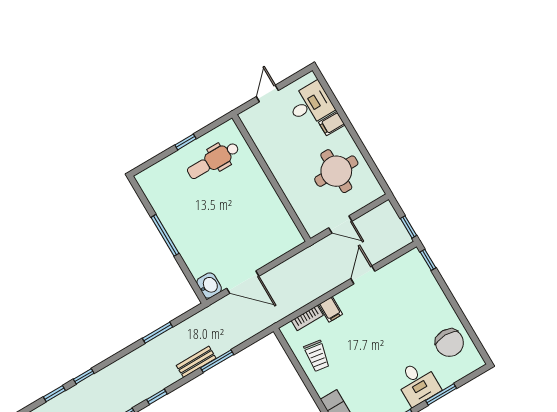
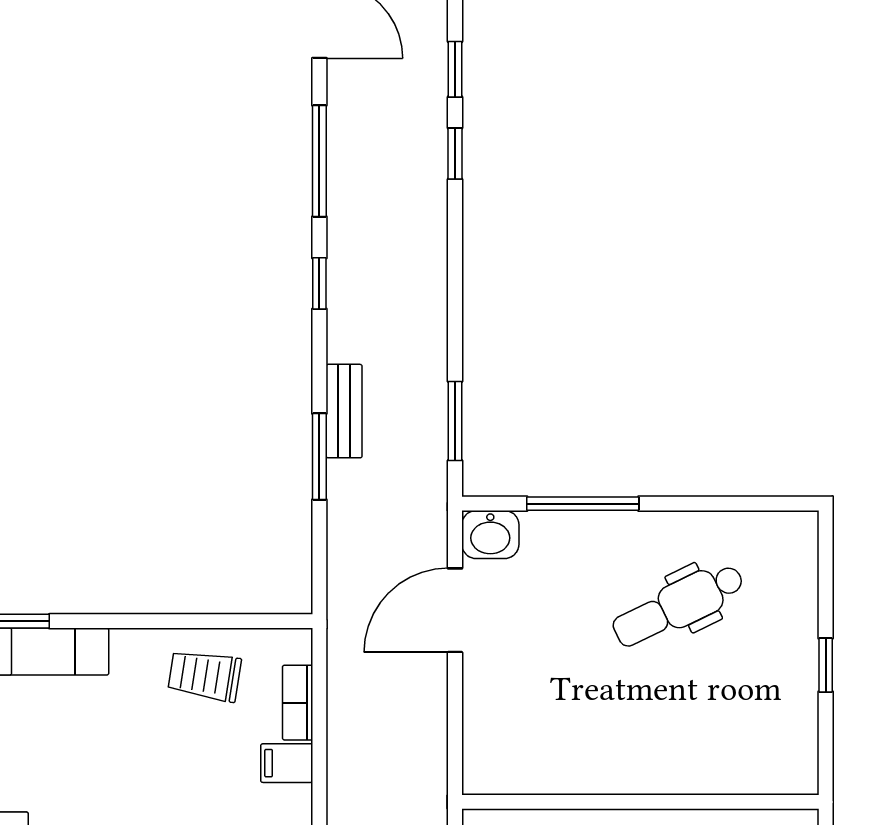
dental chair: (213, 161) -> (678, 605), moved, turned -116
window: (165, 235) -> (583, 504), moved
window: (157, 333) -> (455, 421), moved

